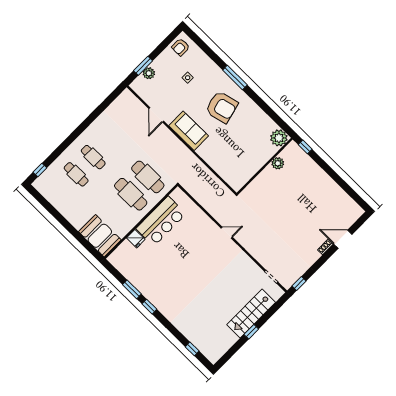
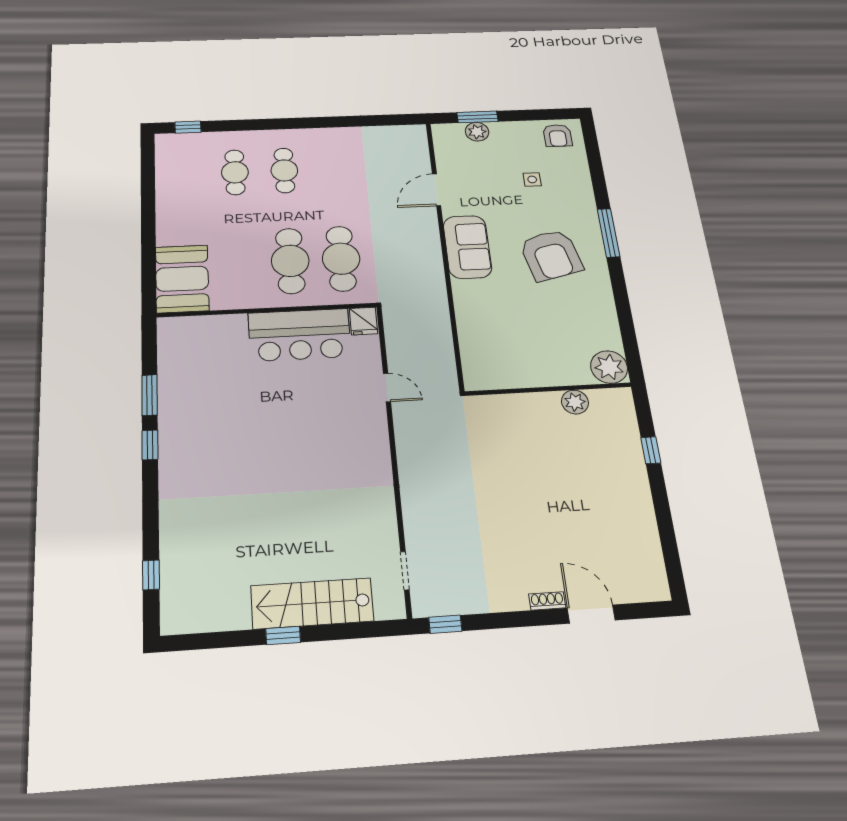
armchair: (181, 47) -> (558, 136), turned -90
window: (305, 147) -> (651, 450), moved
door: (227, 233) -> (387, 388), moved
fridge: (136, 239) -> (363, 321), moved

